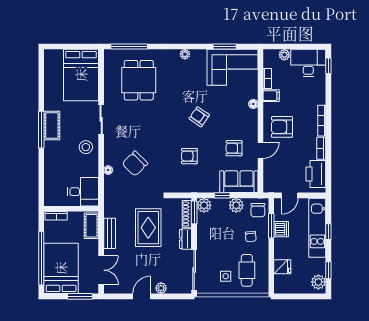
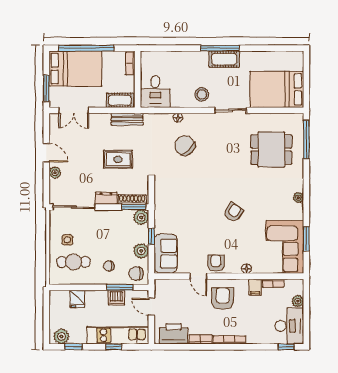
armchair: (234, 148) -> (216, 263), moved
armchair: (189, 156) -> (192, 202), removed
rug: (148, 228) -> (118, 159), width x0.73, depth x0.70
bench: (110, 233) -> (127, 119), moved

